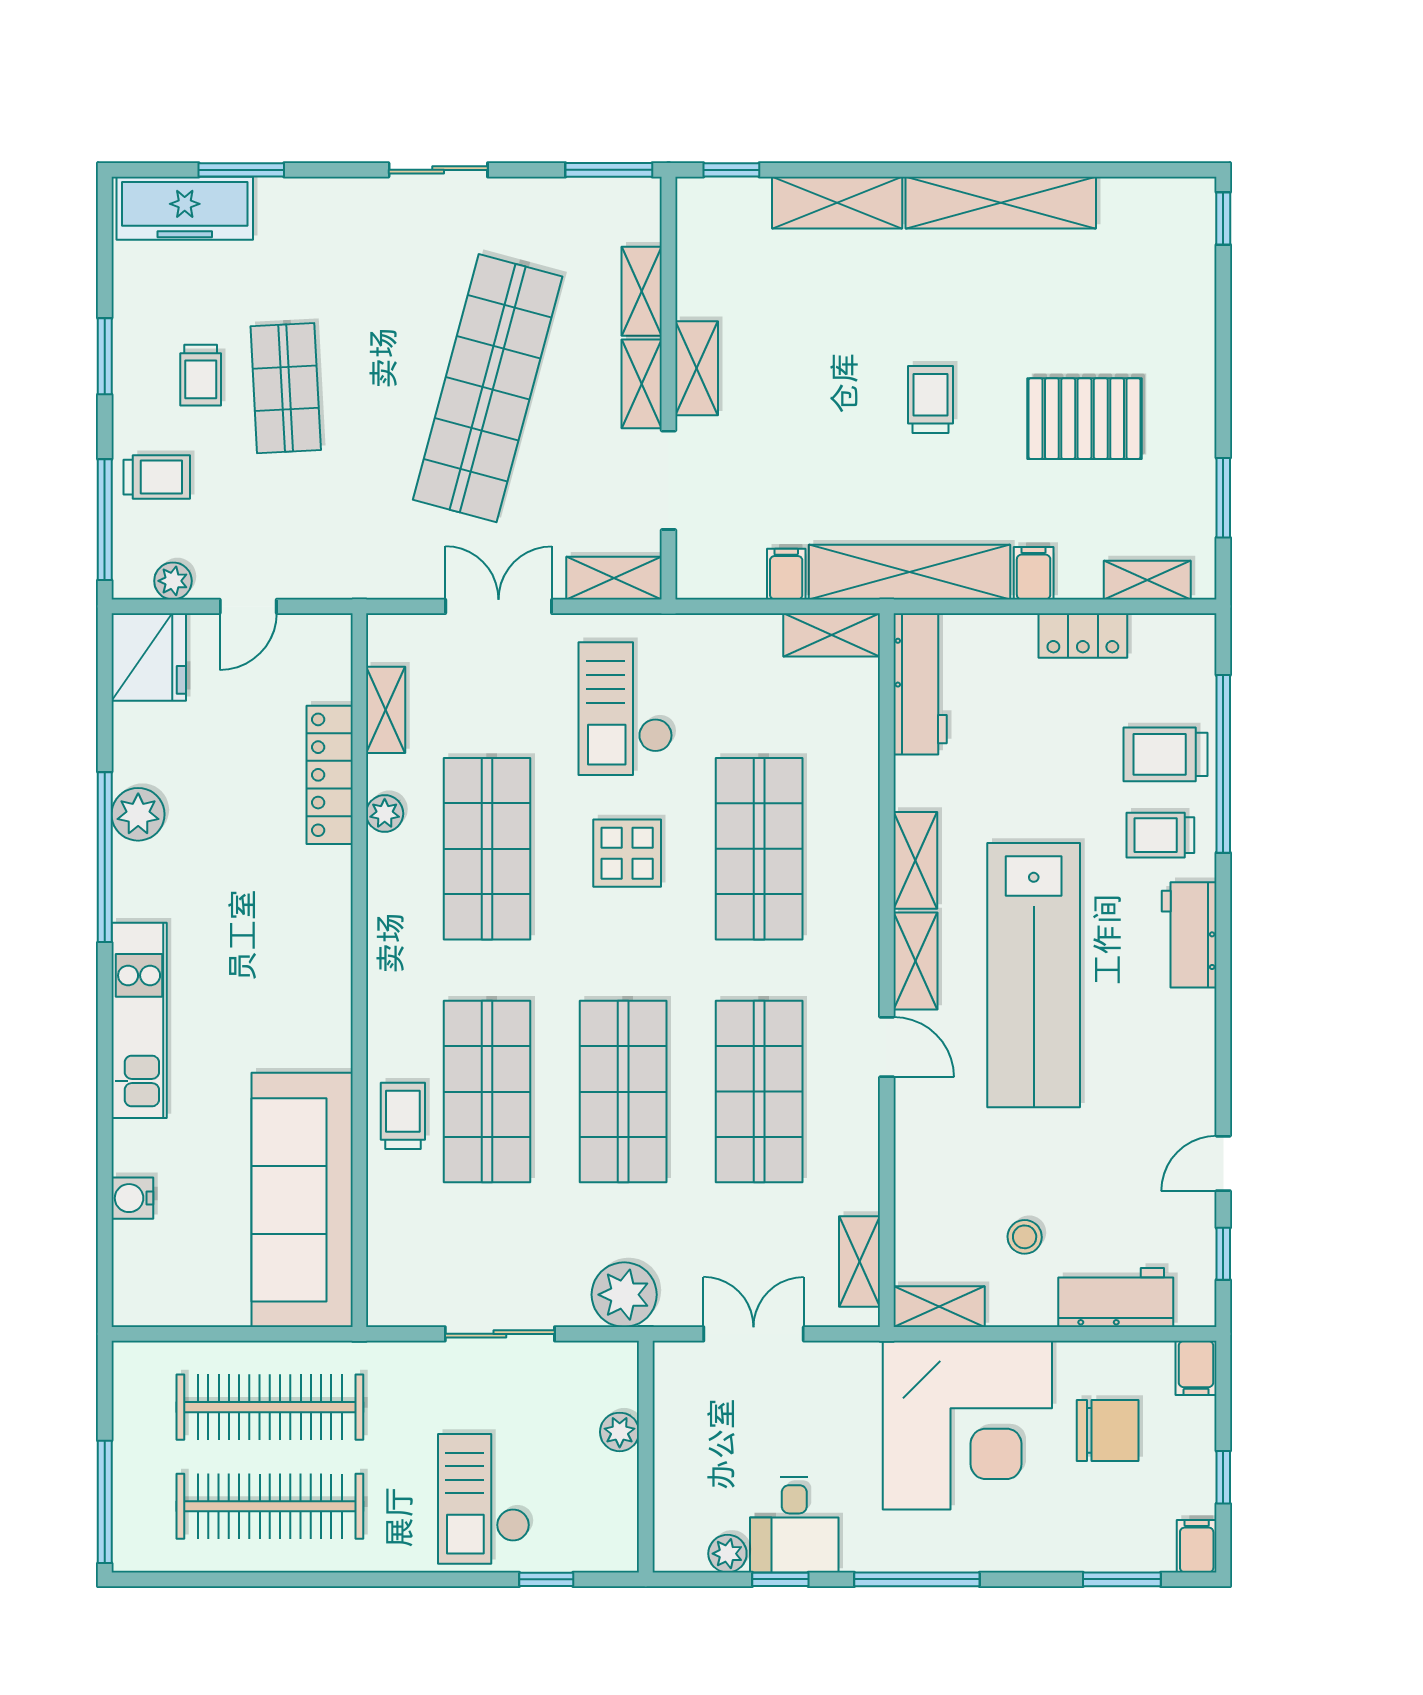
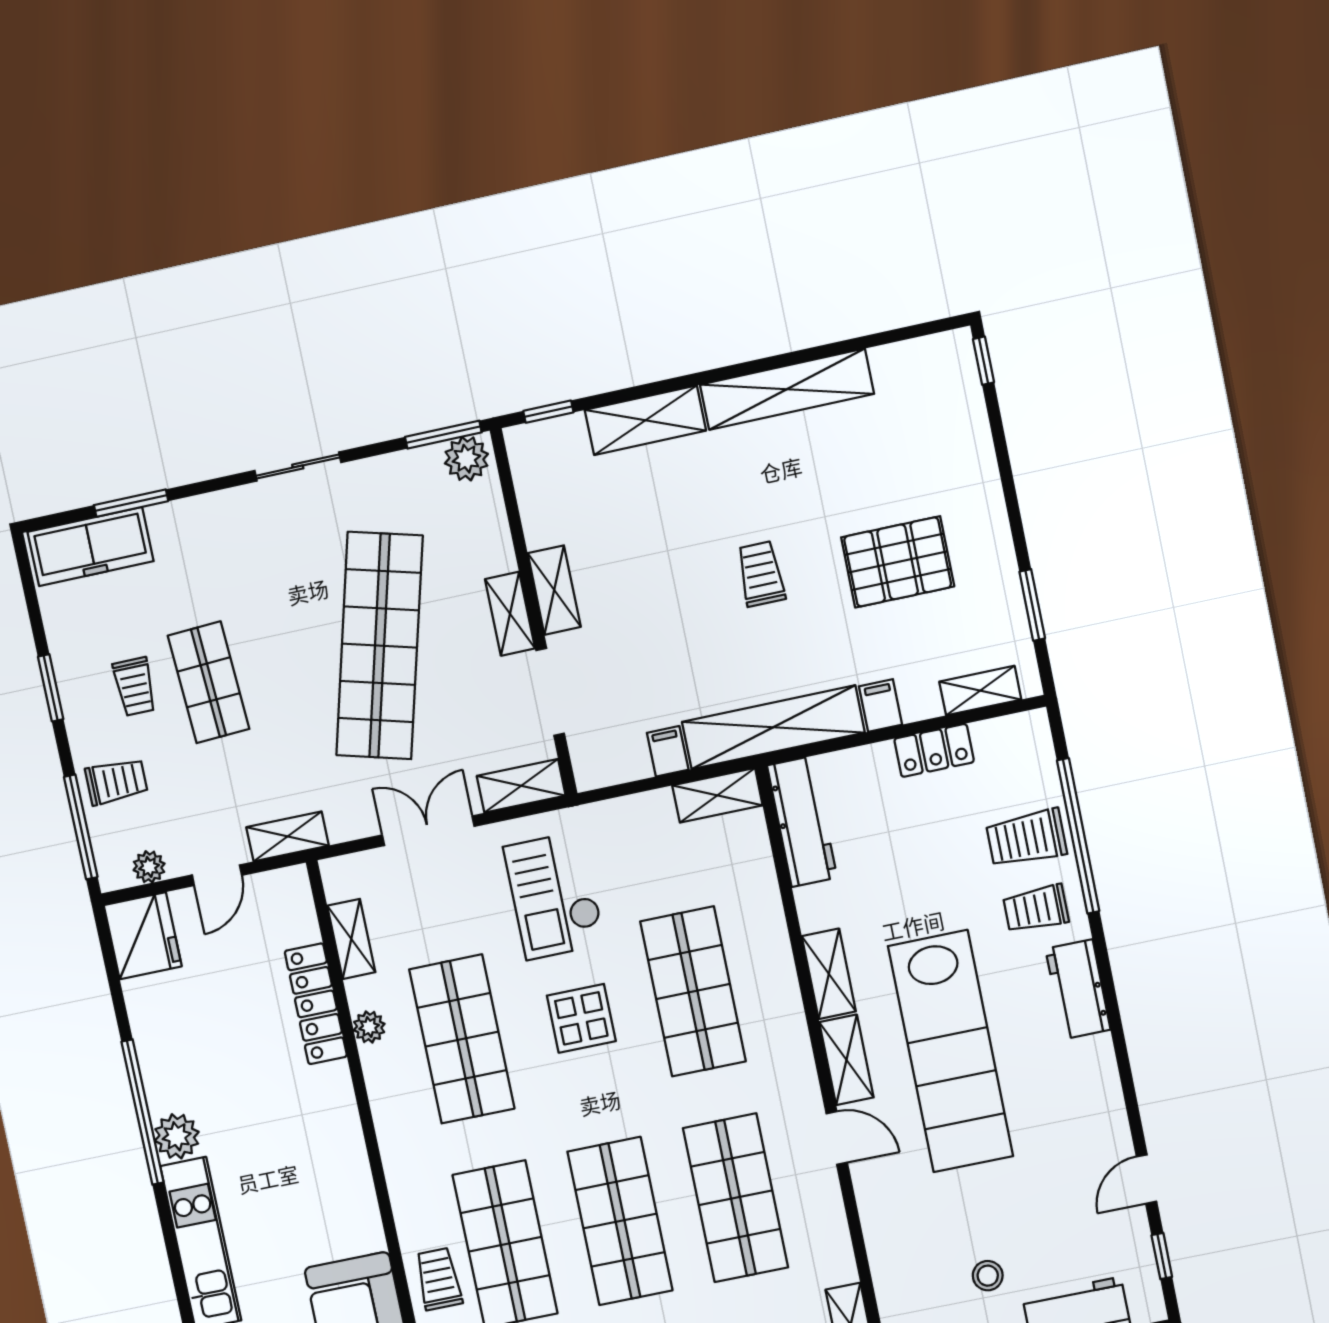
plant: (629, 202) -> (466, 459), added
shelving: (642, 291) -> (287, 836), moved, turned 90
plant: (138, 814) -> (177, 1136), moved

